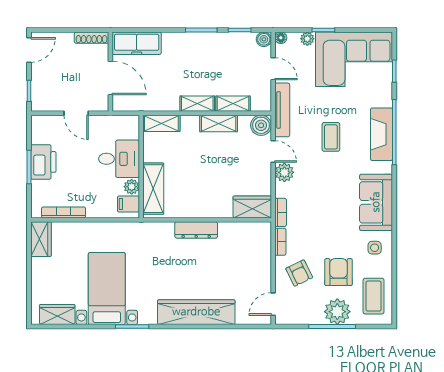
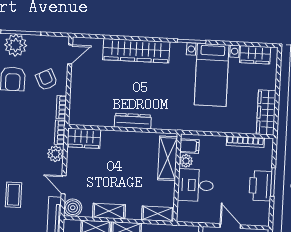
plant: (284, 172) -> (55, 154), moved
wardrobe: (41, 239) -> (266, 112), width x1.50

